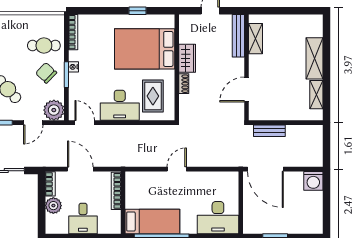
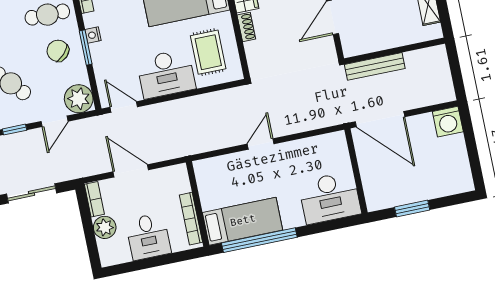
bench: (269, 131) -> (375, 66), width x1.36
bookcase: (116, 191) -> (191, 219), moved

